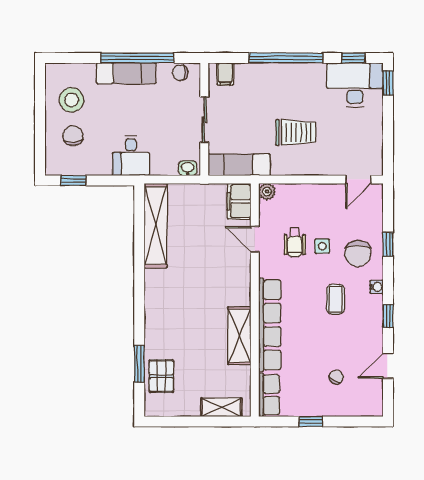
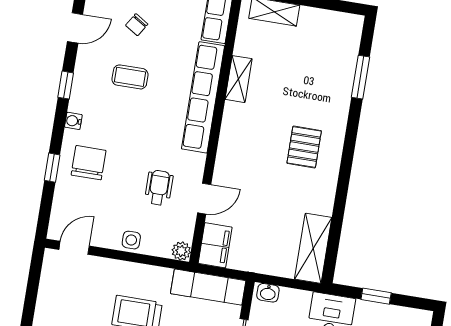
window: (73, 180) -> (376, 296), moved
shelving: (156, 226) -> (313, 248), width x0.68
door: (255, 239) -> (204, 199), hinge flipped
side table: (322, 246) -> (131, 240), moved
coffee table: (336, 299) -> (130, 77), moved, turned 90
shelving: (239, 336) -> (239, 79), width x0.67, depth x0.75
pallet: (161, 376) -> (304, 147), moved

